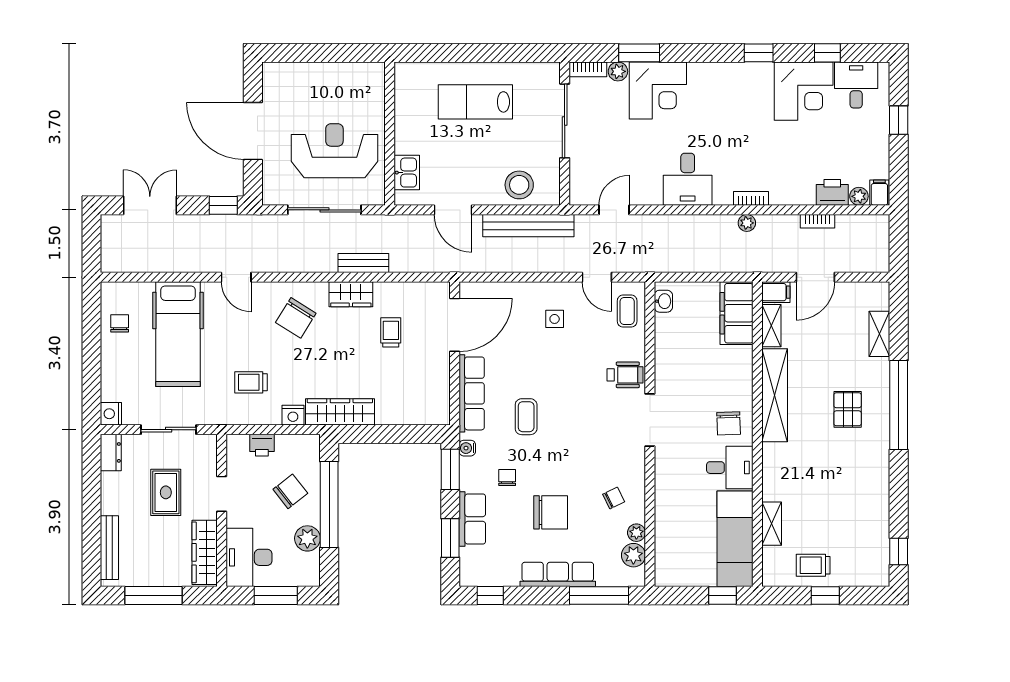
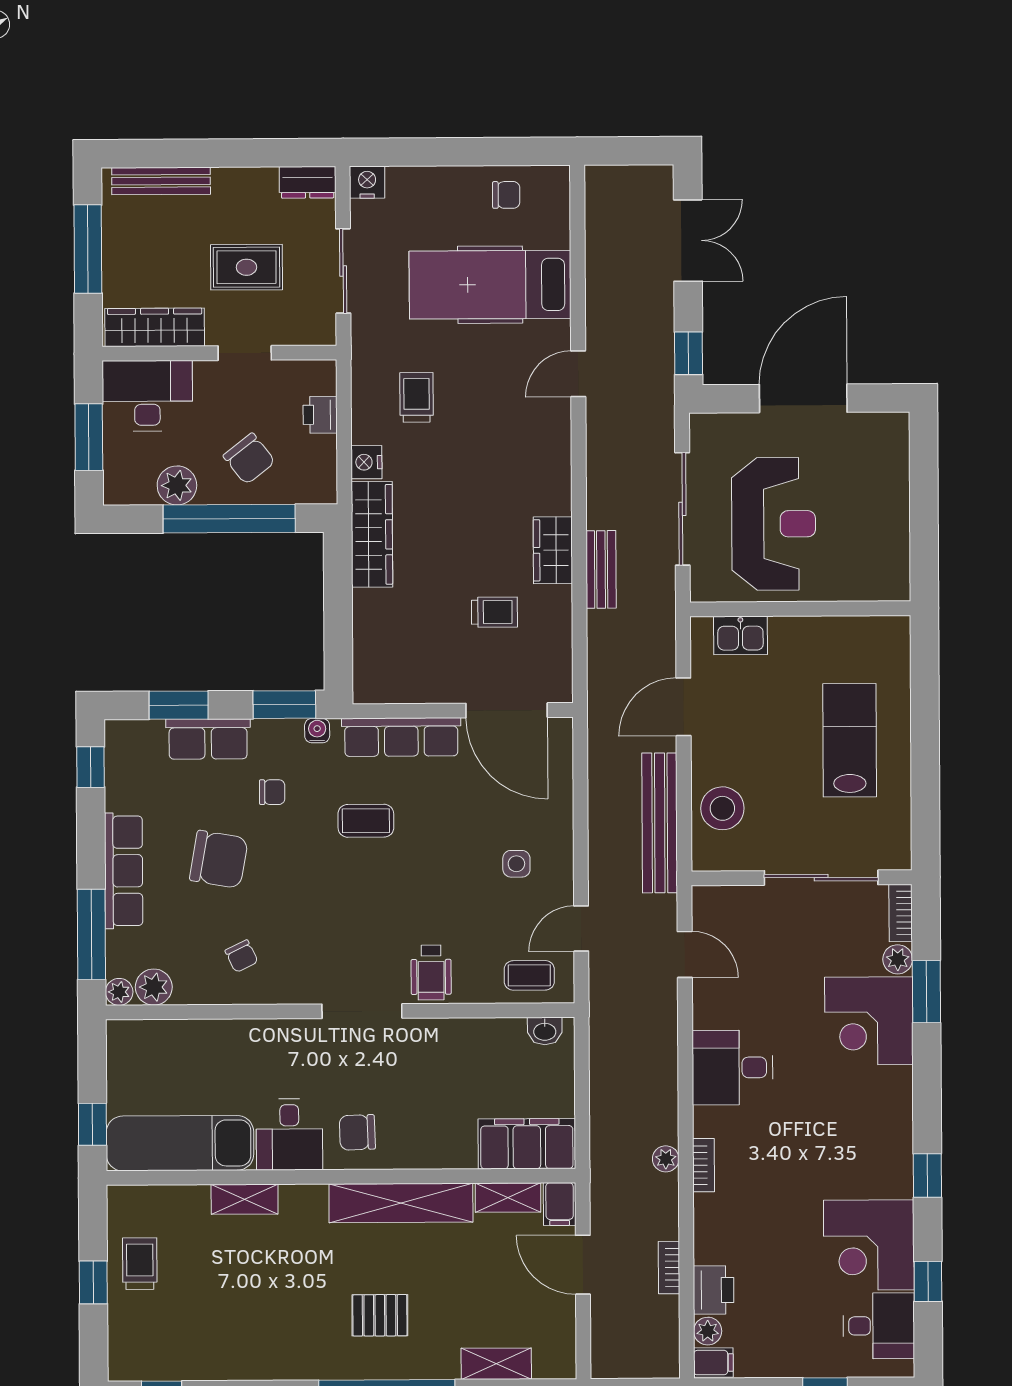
chair: (296, 318) -> (516, 466), removed
chair: (551, 512) -> (219, 859), turned -80
shelving: (772, 524) -> (245, 1199), moved
plant: (636, 533) -> (119, 992), moved

